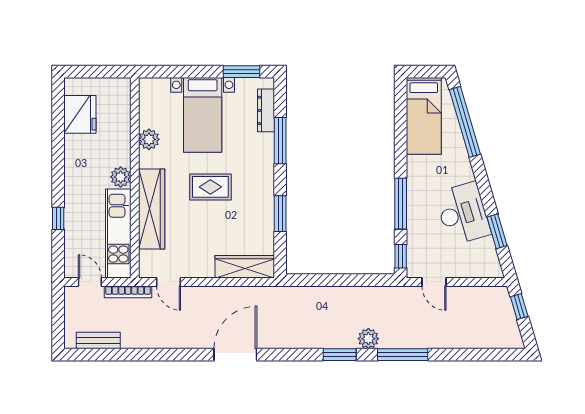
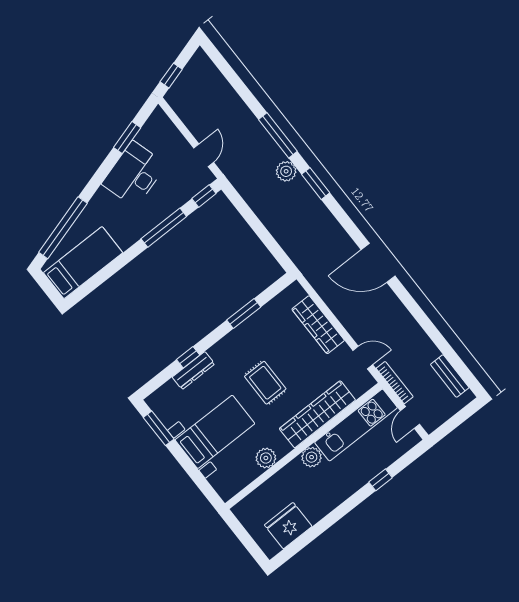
dresser: (266, 110) -> (193, 371), moved
window: (280, 141) -> (188, 357), width x0.46
wardrobe: (245, 267) -> (318, 325), moved
door: (169, 282) -> (363, 358), hinge flipped

